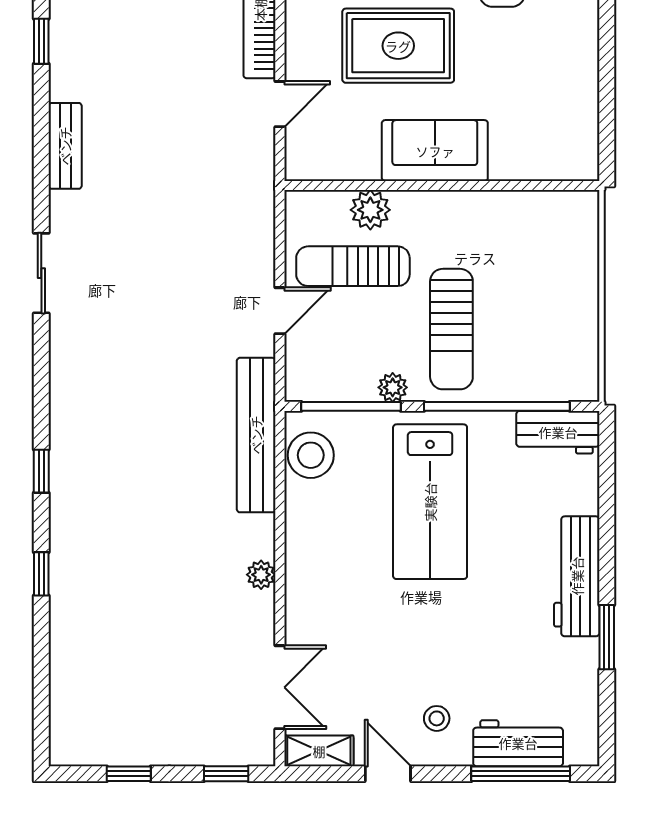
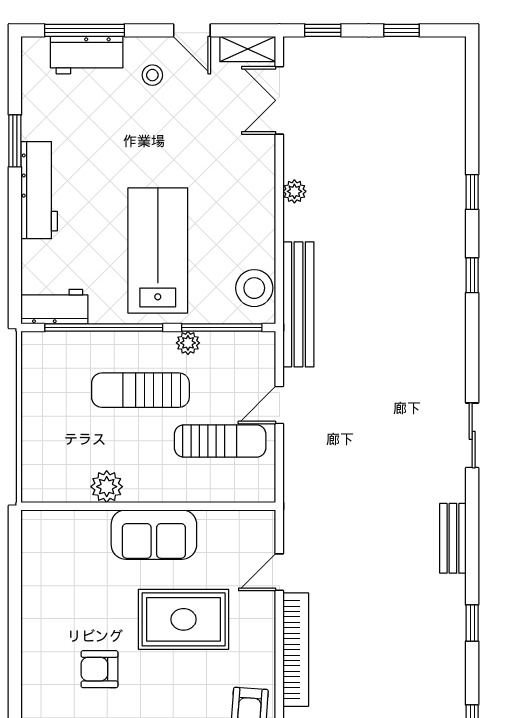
plant: (370, 210) -> (107, 487), moved
sun lounger: (451, 329) -> (140, 390), turned -90

